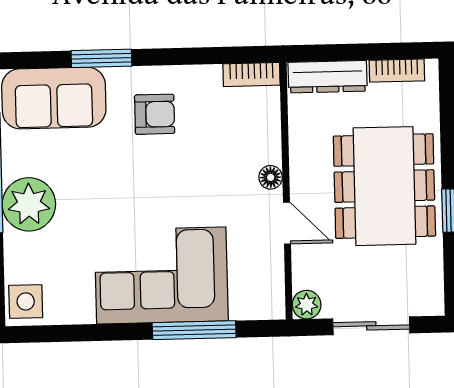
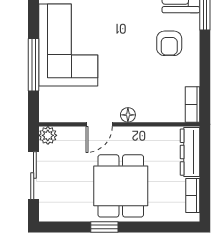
dining table: (384, 186) -> (121, 186), width x0.73

